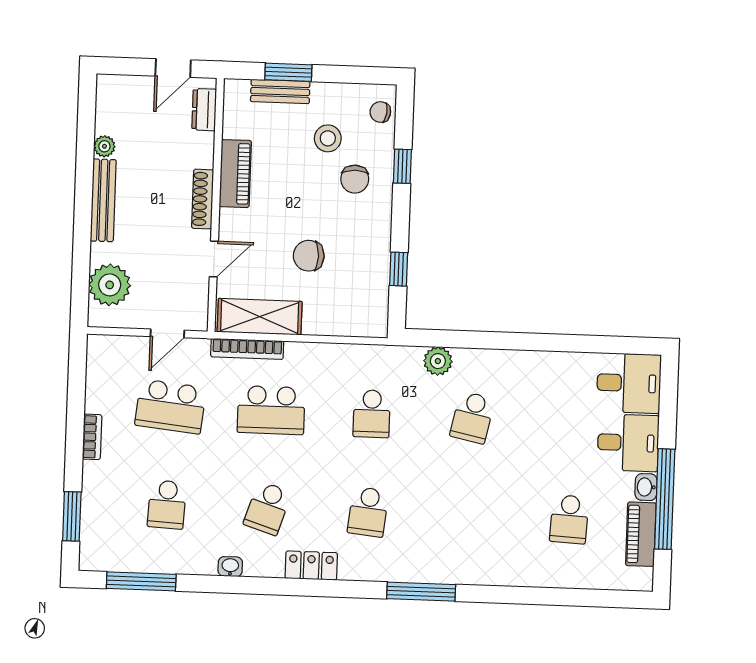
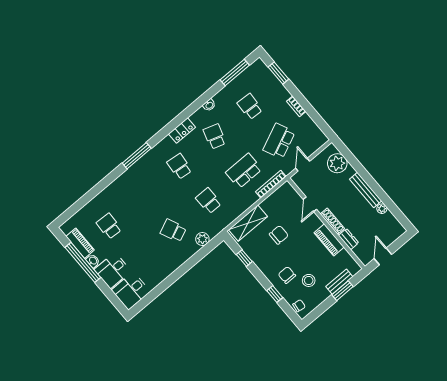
dresser: (204, 110) -> (349, 239), moved
shelving: (260, 317) -> (248, 223), moved
school desk: (170, 406) -> (279, 141), turned -30
school desk: (472, 417) -> (173, 231), turned -36

